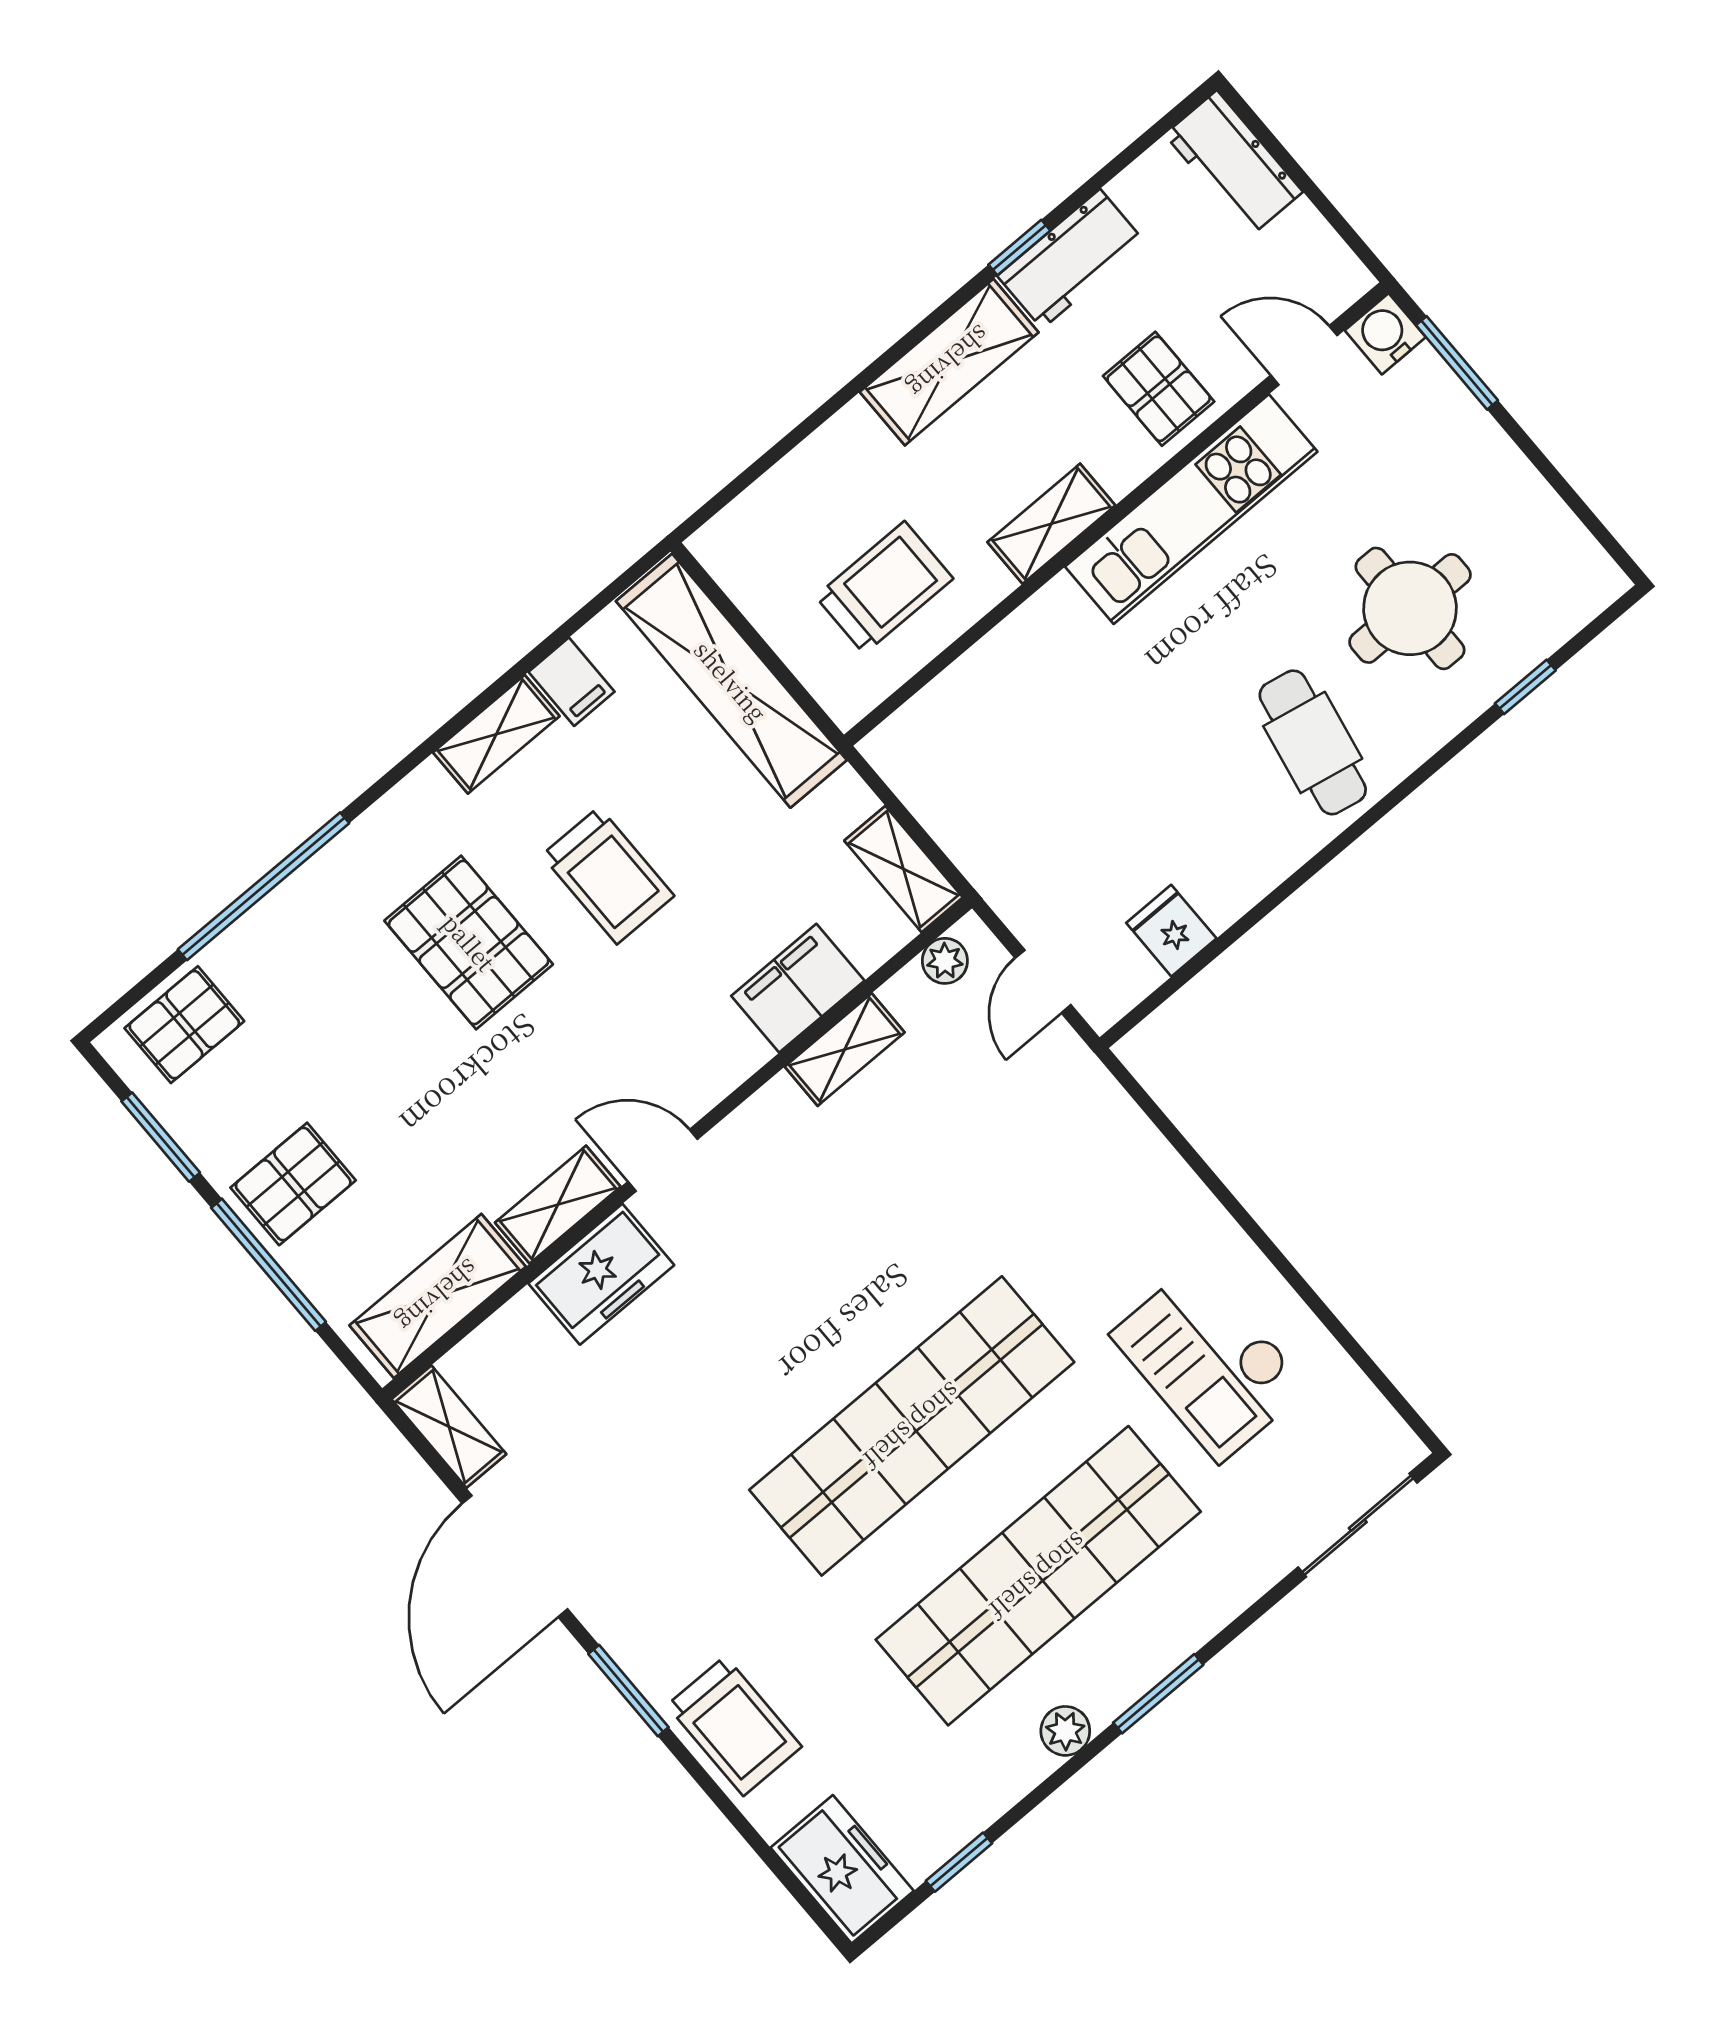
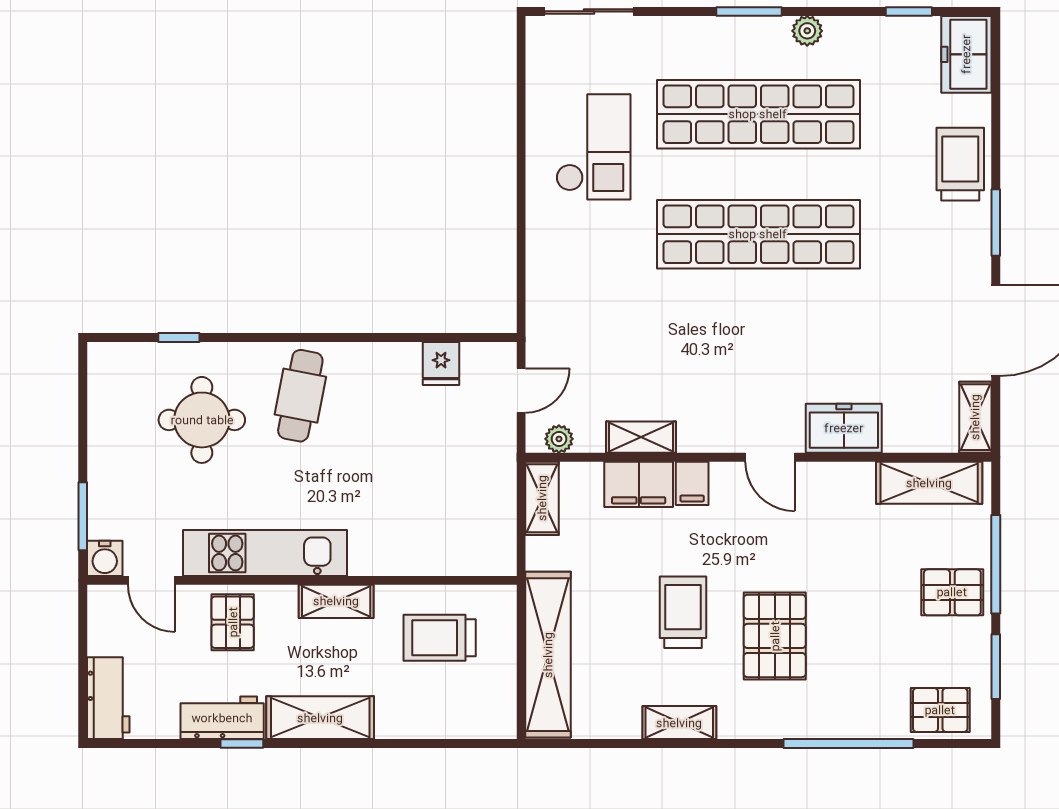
filing cabinet: (572, 682) -> (692, 483), moved, turned 180
shelving: (558, 1205) -> (837, 478), removed

